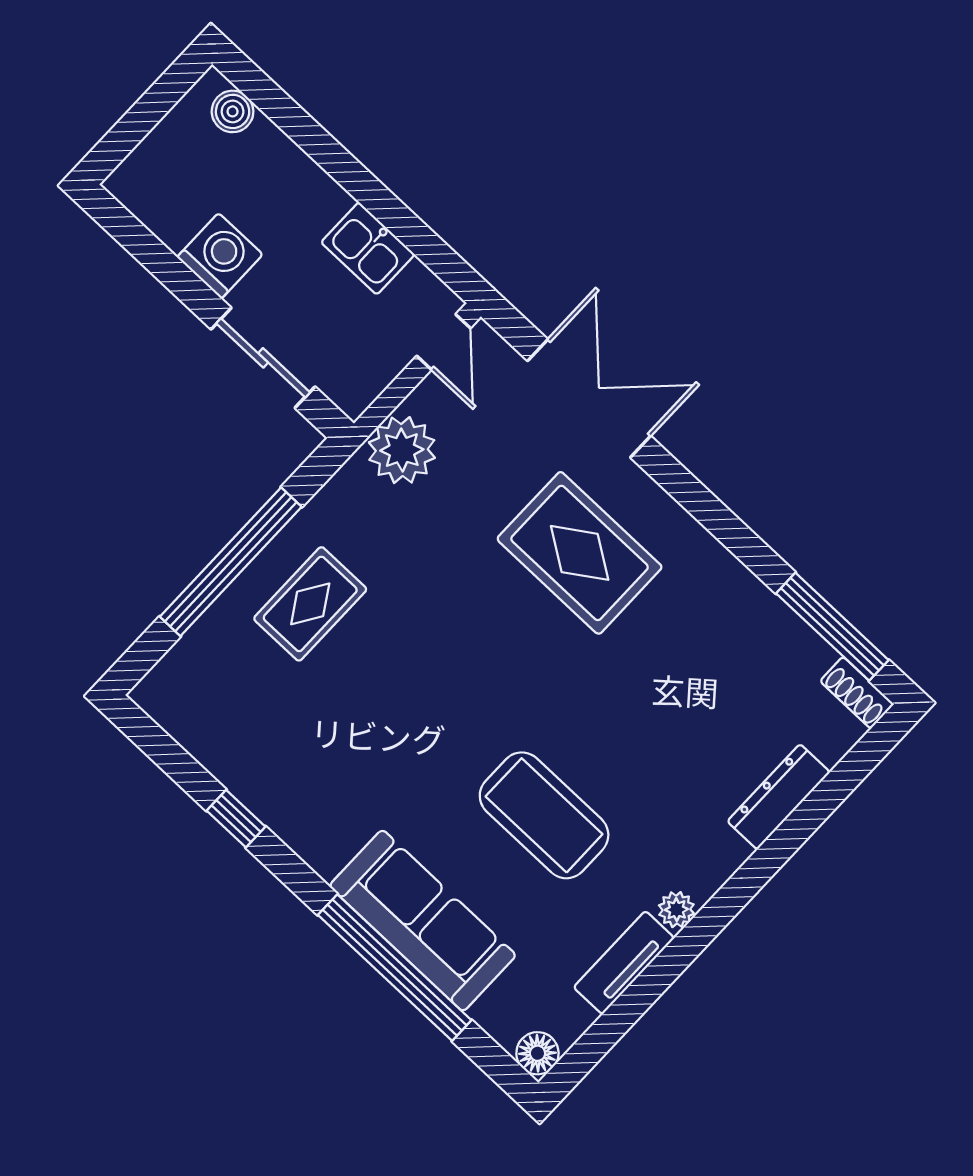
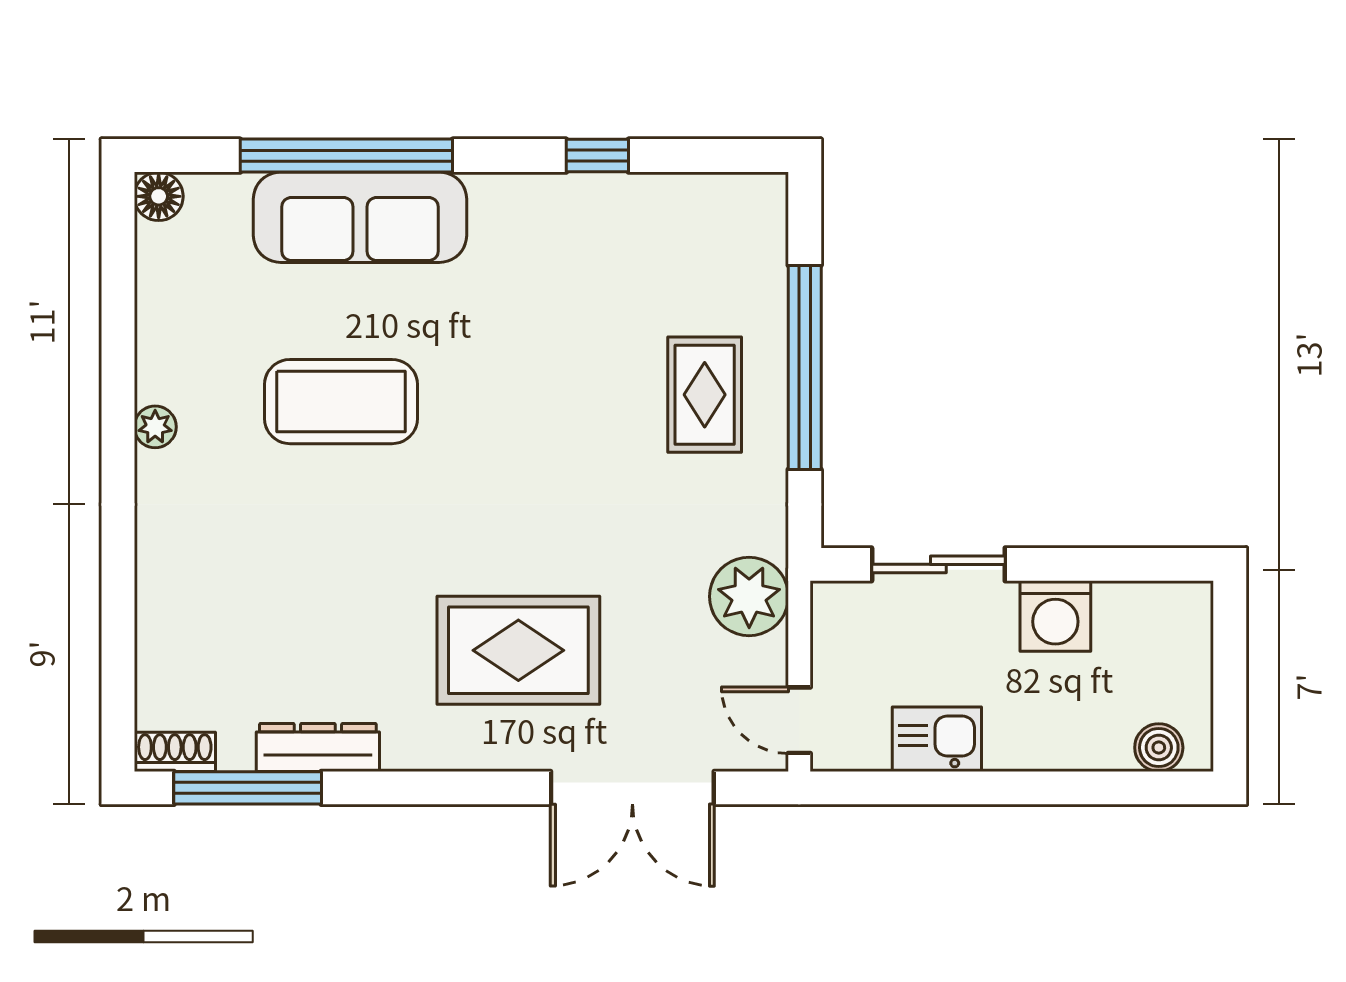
dresser: (779, 797) -> (318, 747), moved, turned -90
tv unit: (624, 963) -> (157, 341), removed

